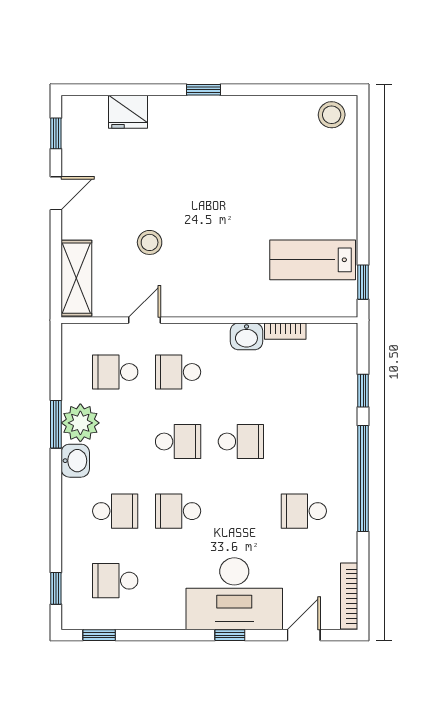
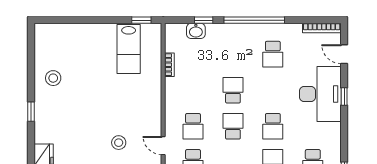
stool: (332, 115) -> (53, 78), moved
washbasin: (246, 336) -> (196, 31), moved, turned 90

